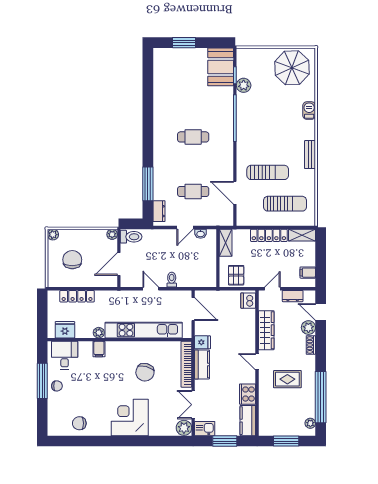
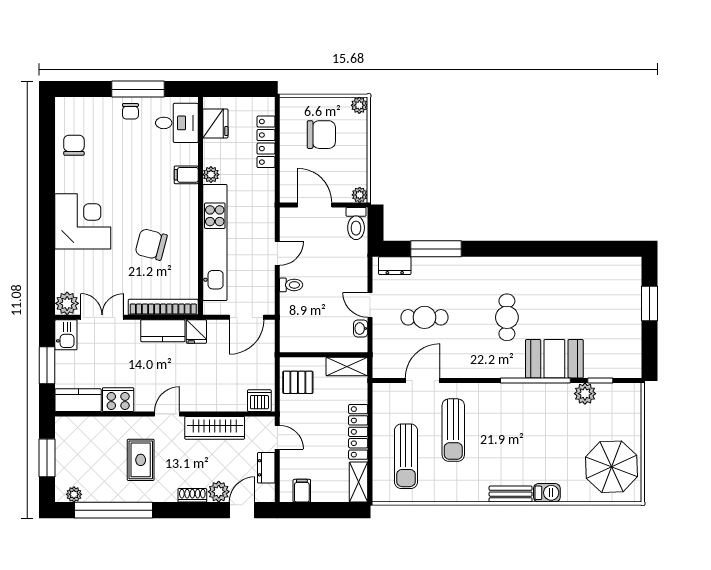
booth: (221, 67) -> (554, 359), moved
bench: (310, 155) -> (511, 494), moved
cafe table: (193, 191) -> (424, 317), turned 90

